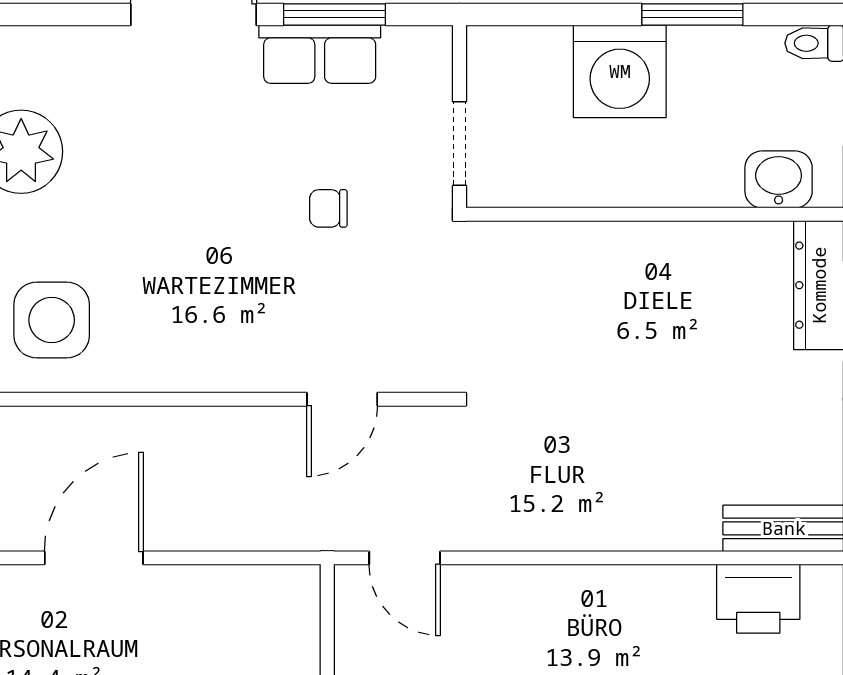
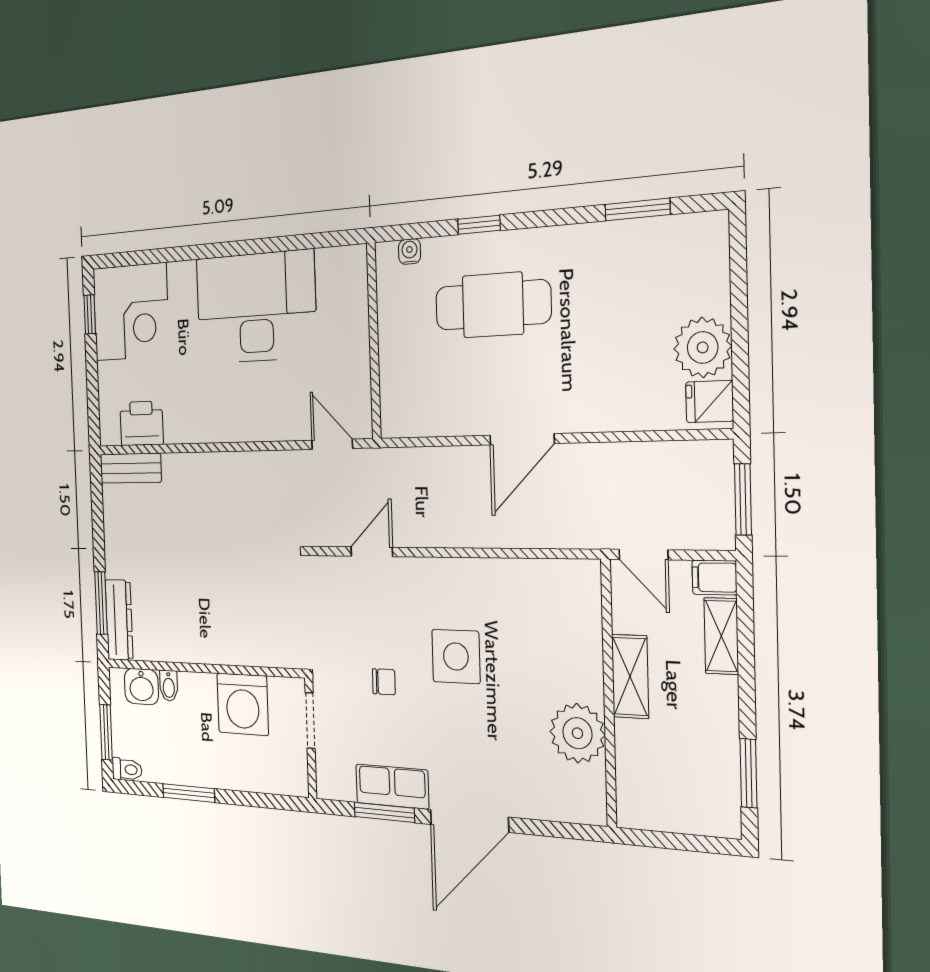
washing machine: (620, 71) -> (243, 704), moved, turned 180
bidet: (724, 183) -> (169, 686), added
side table: (52, 320) -> (456, 657), moved

